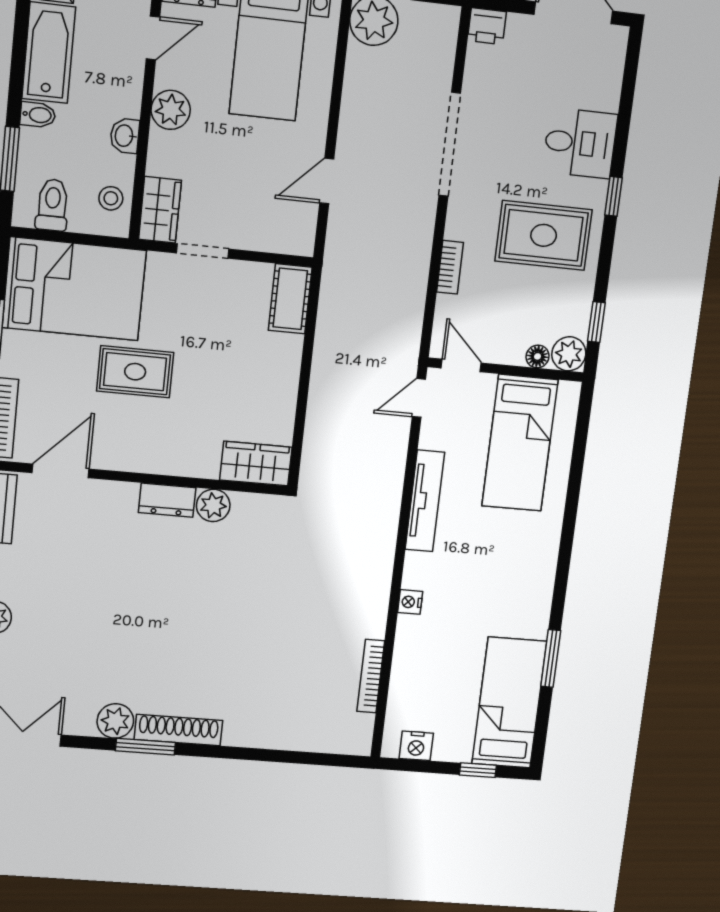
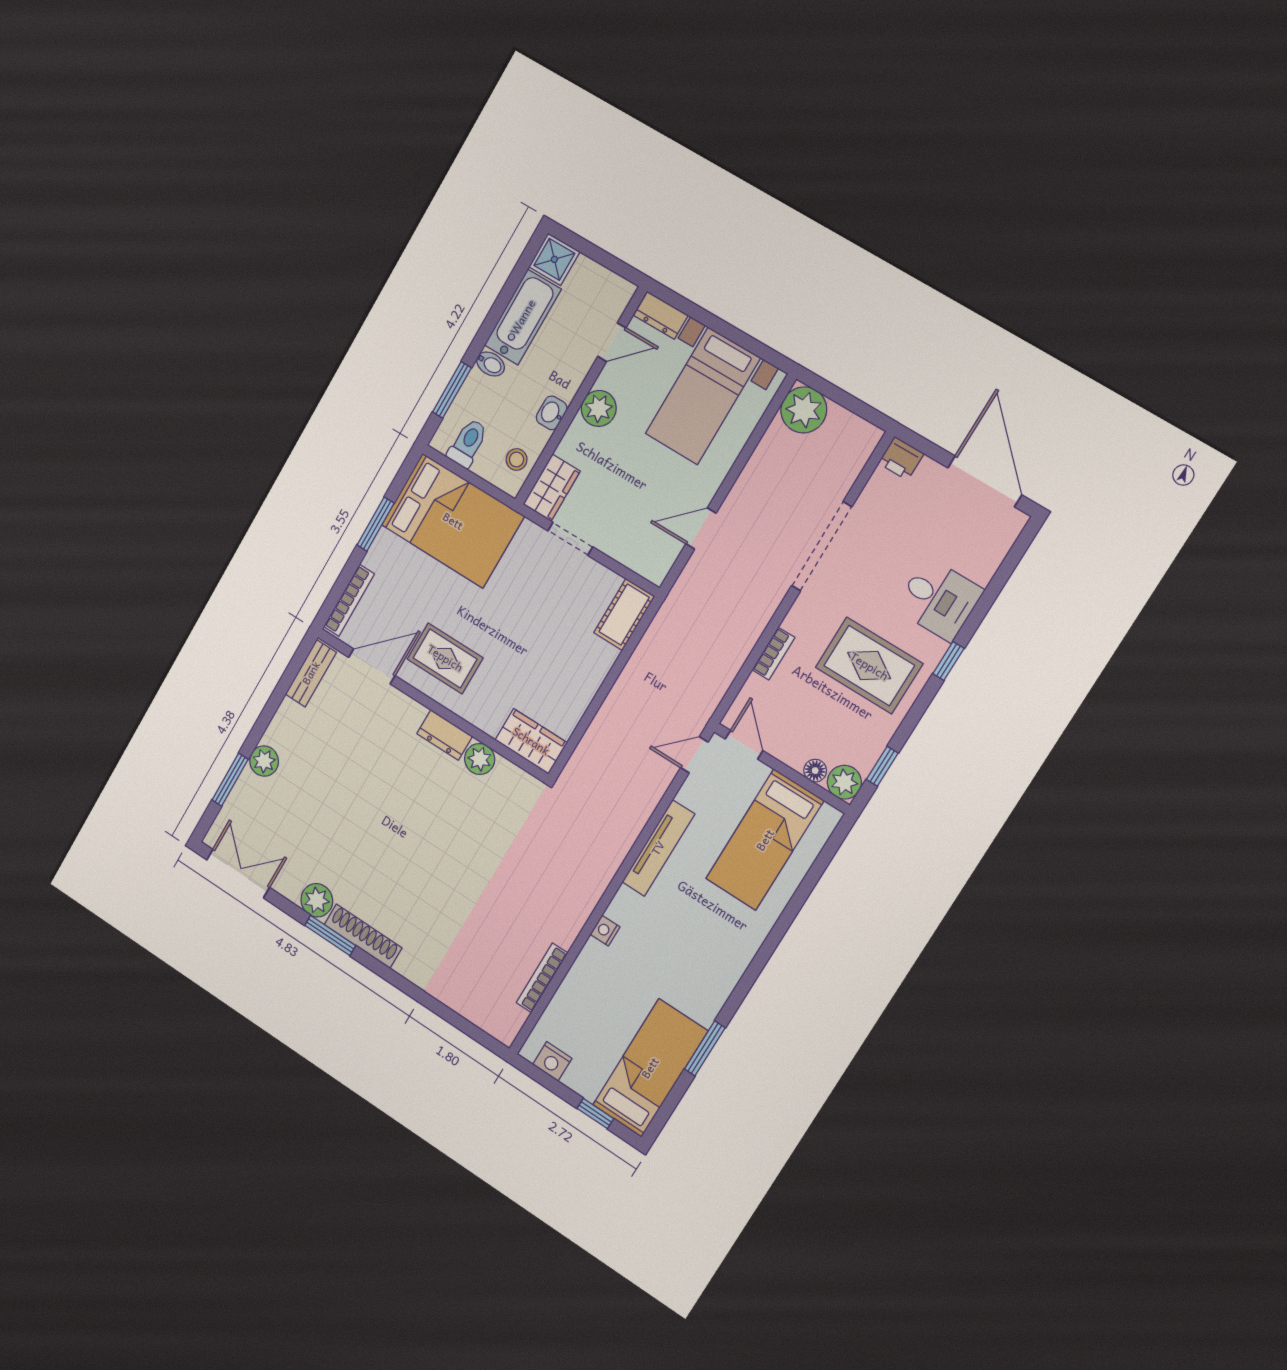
rug: (135, 372) -> (445, 658), moved

